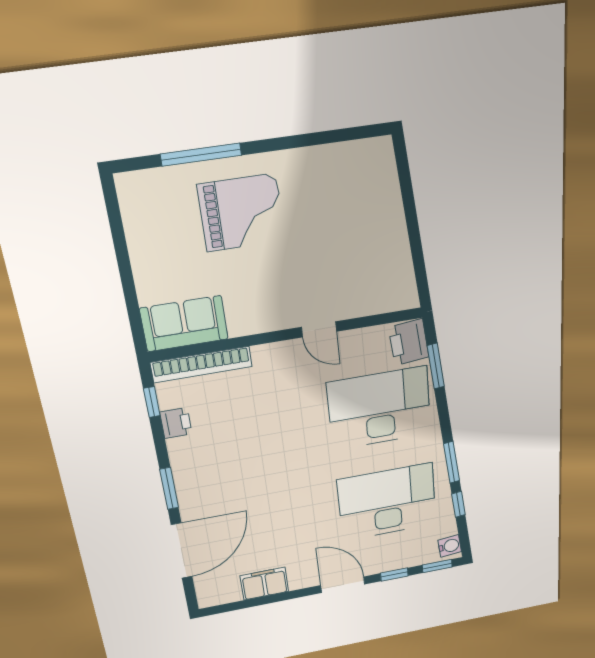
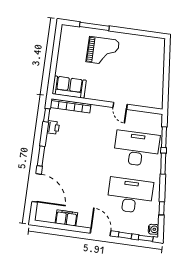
printer: (409, 342) -> (155, 123), removed
window: (452, 462) -> (163, 164), moved
door: (182, 551) -> (37, 188), hinge flipped

